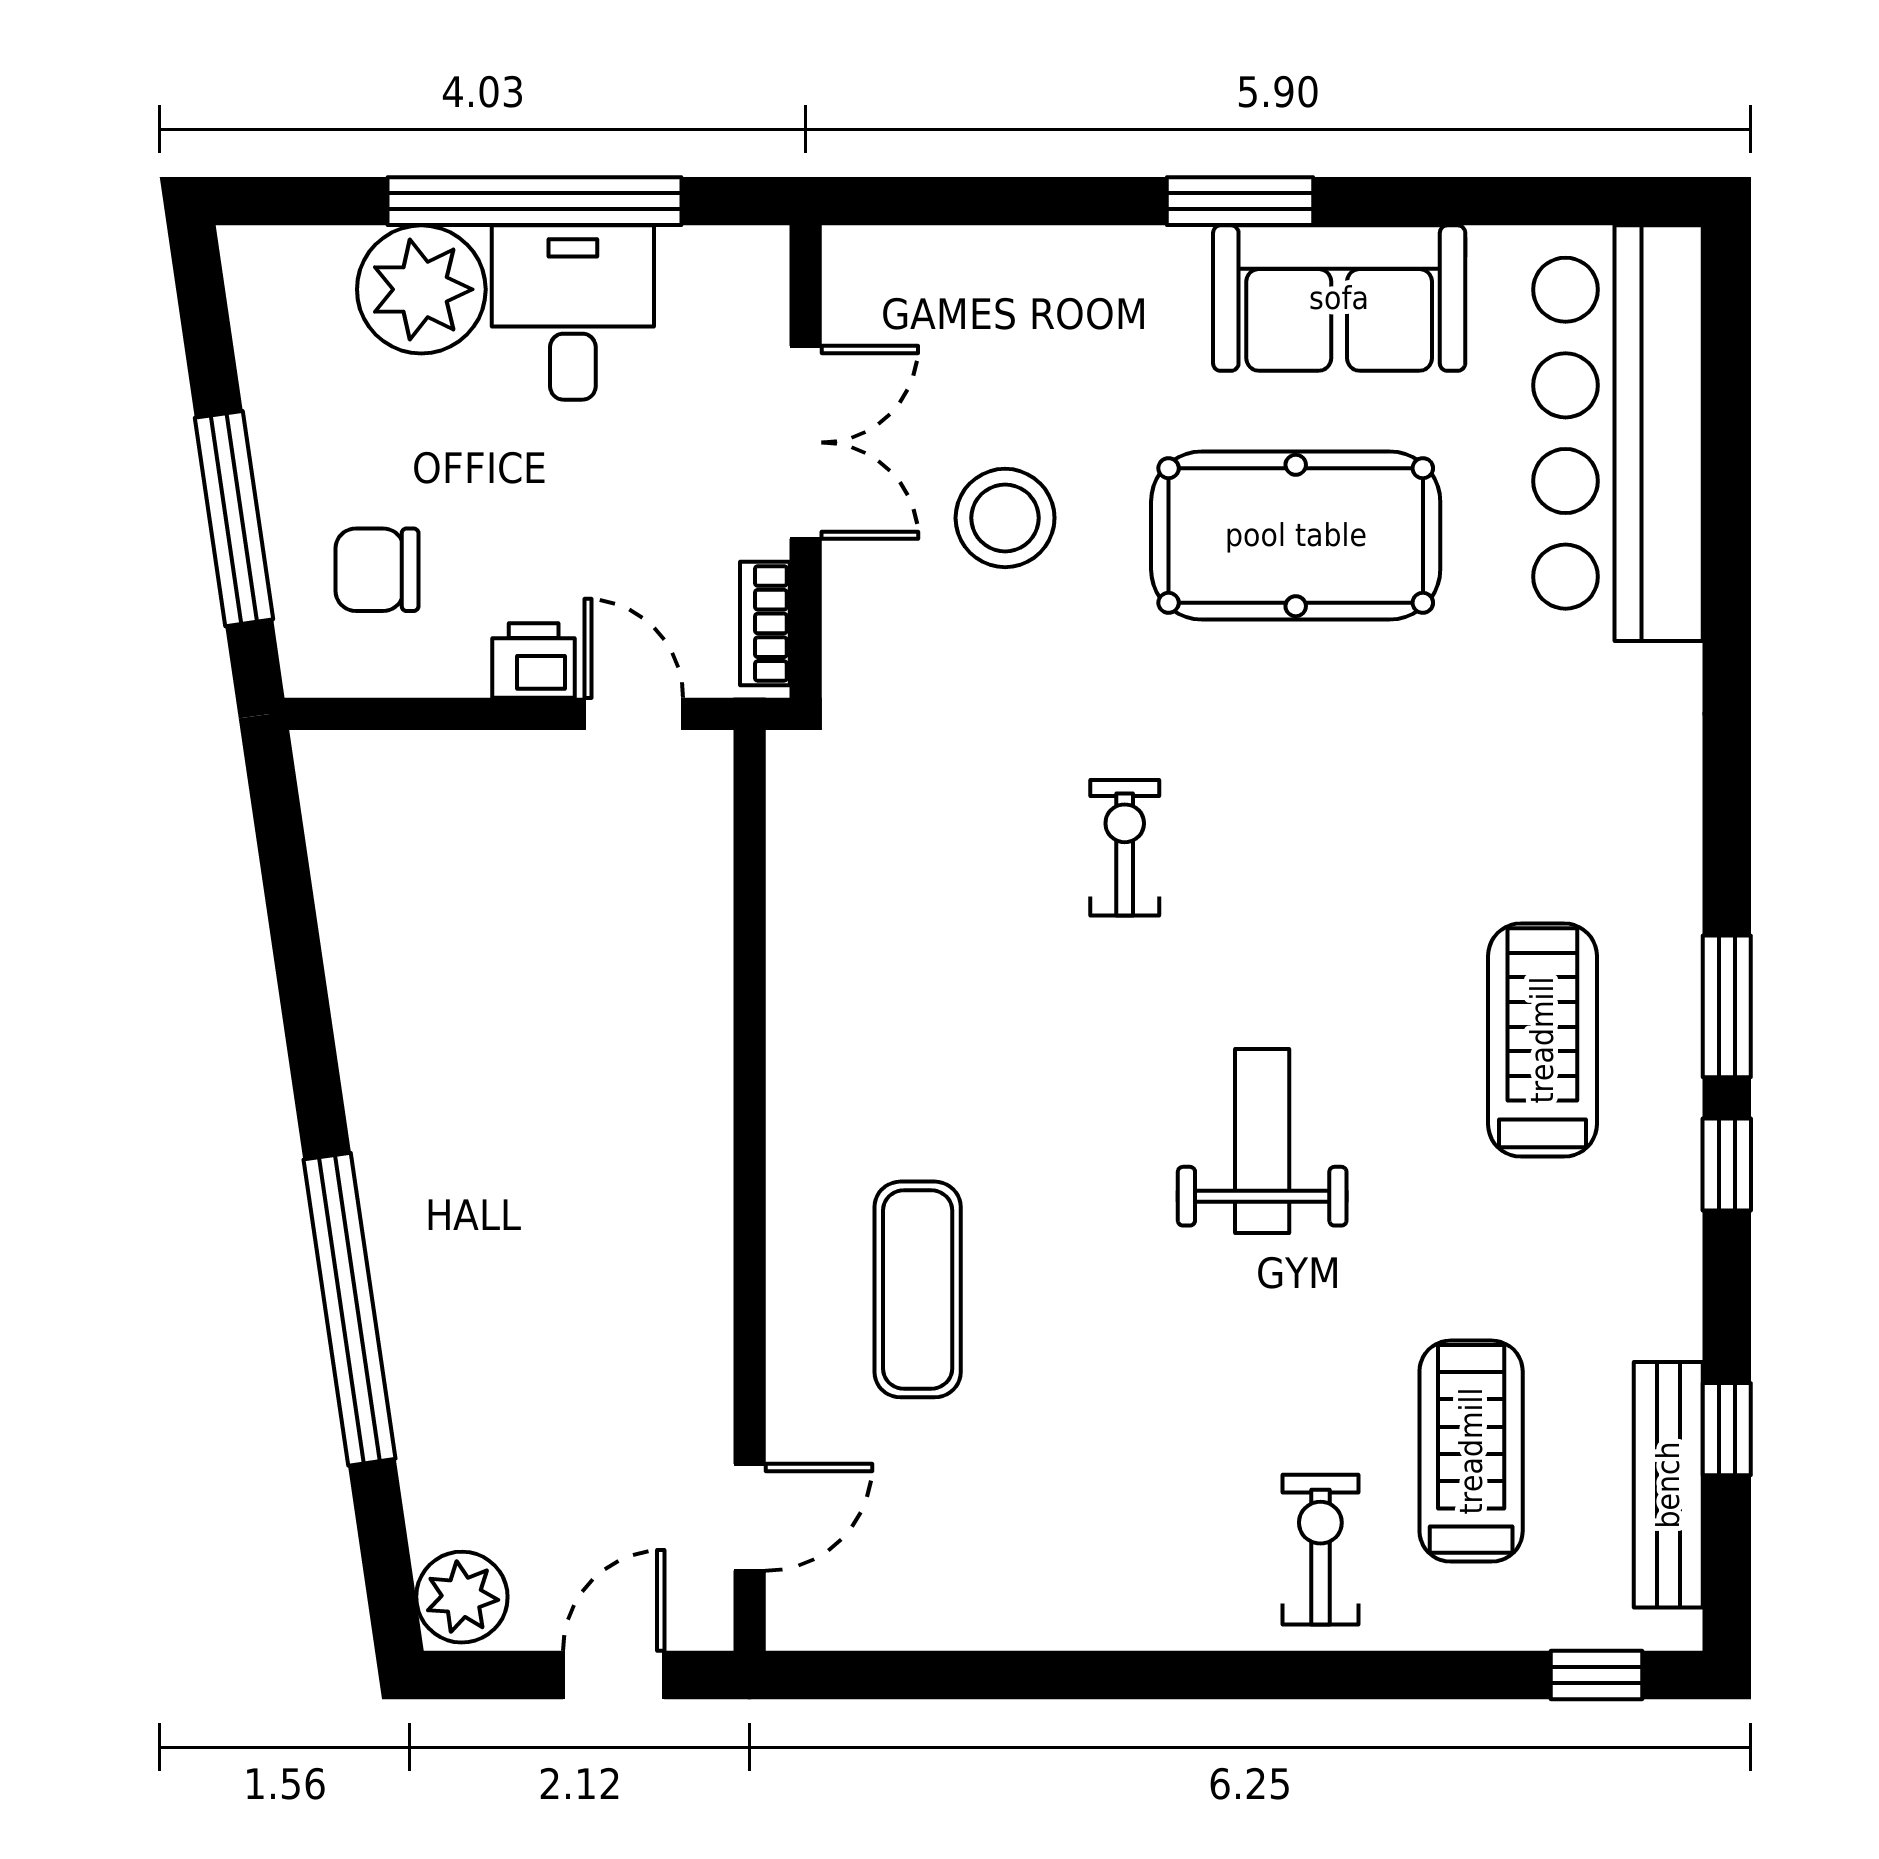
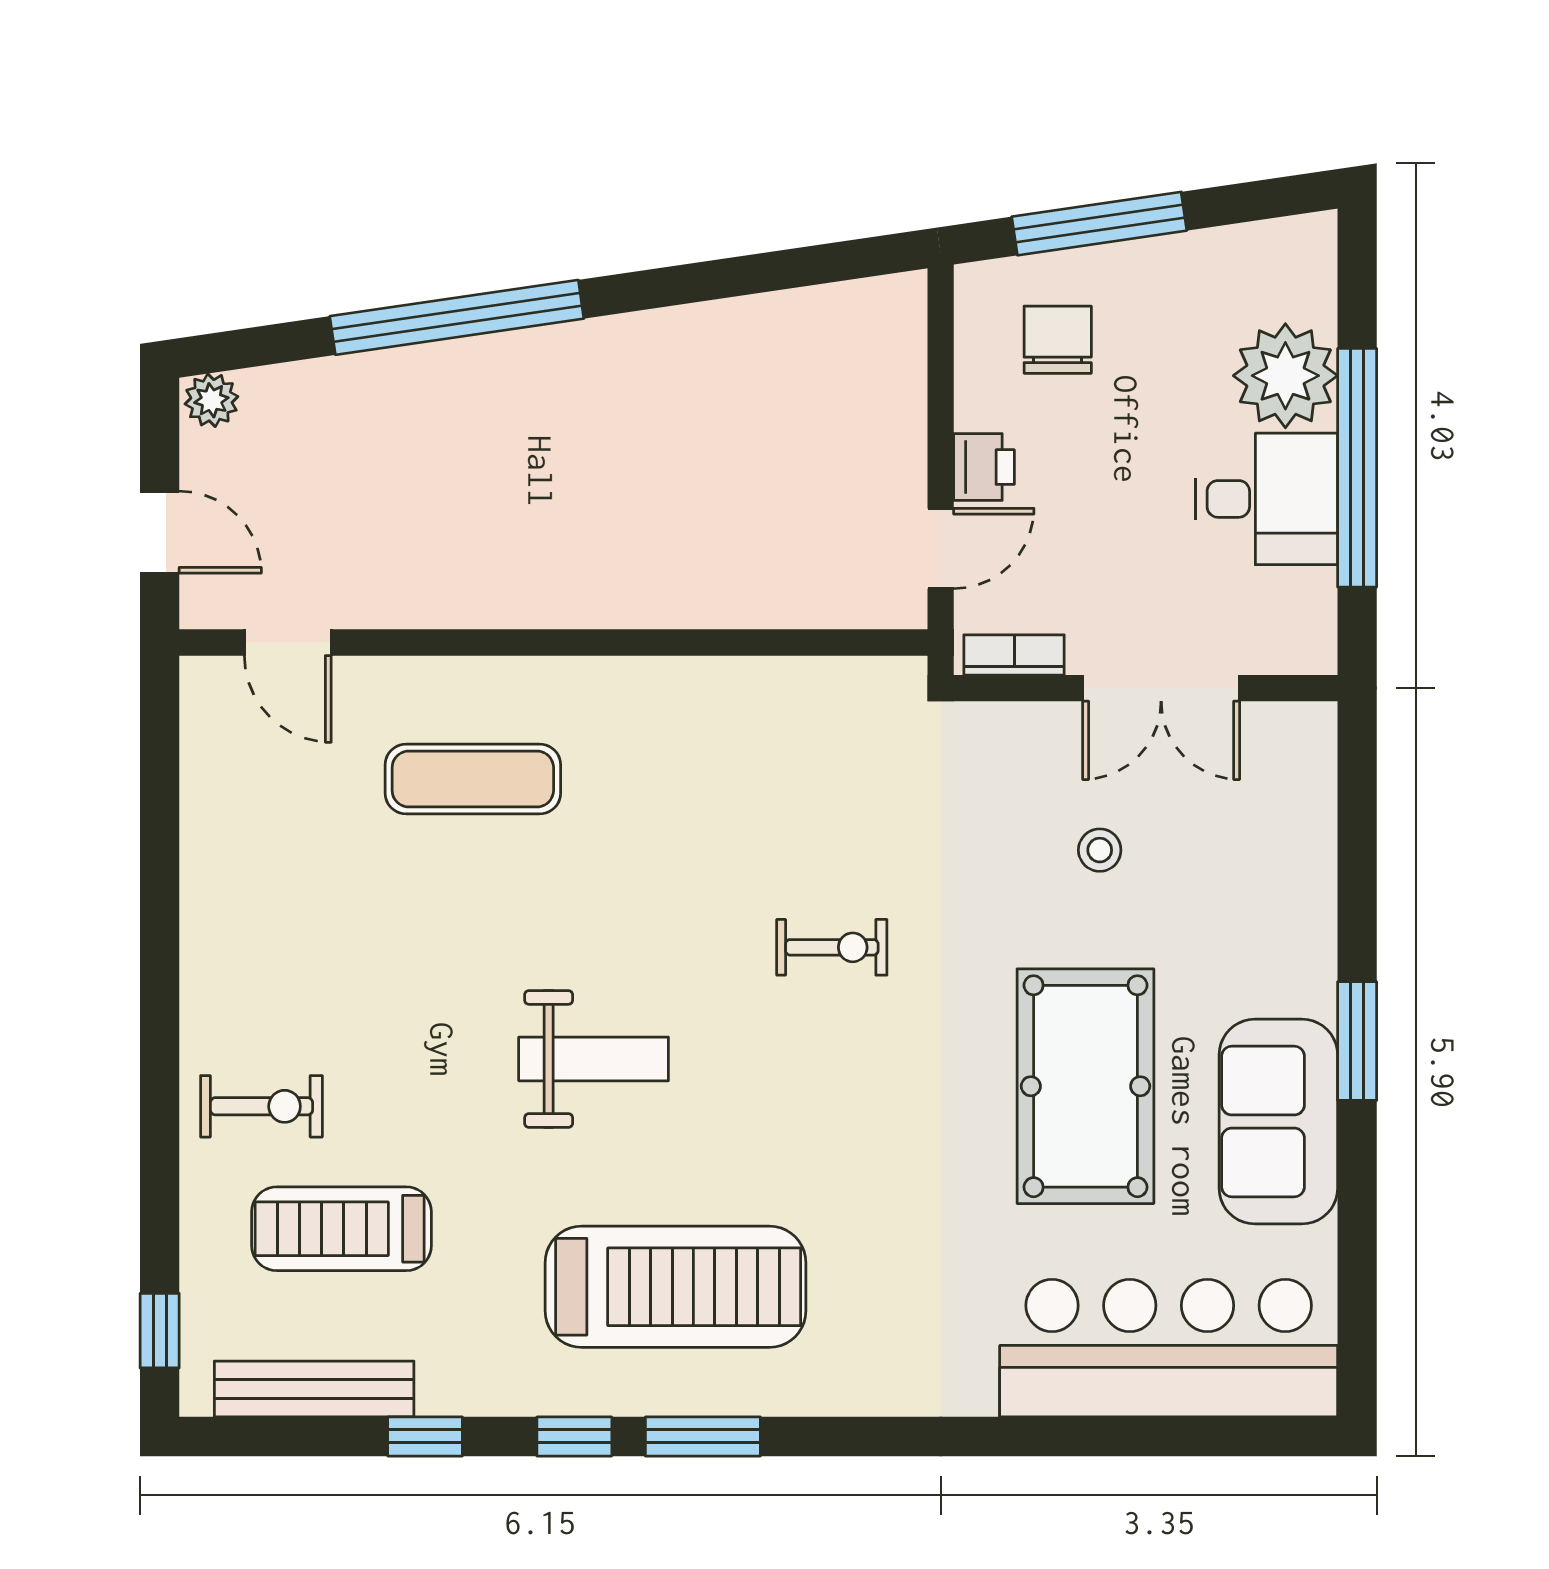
stool: (1005, 518) -> (1100, 850), width x0.53, depth x0.53
treadmill: (1542, 1040) -> (676, 1287), width x1.37, depth x1.38
window: (1727, 1429) -> (425, 1436), moved
treadmill: (1471, 1451) -> (342, 1229), turned 180
plant: (462, 1597) -> (211, 400), width x0.73, depth x0.73

